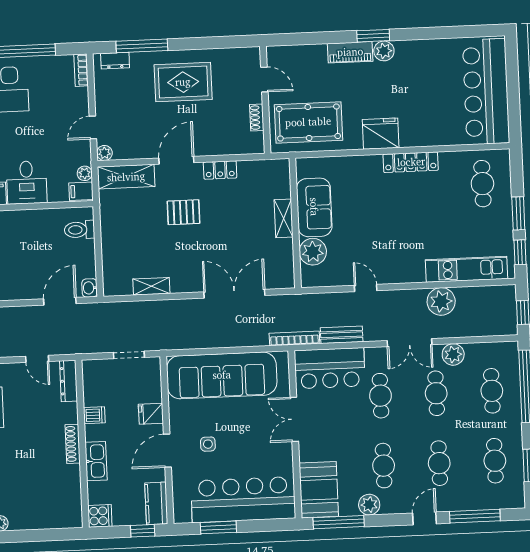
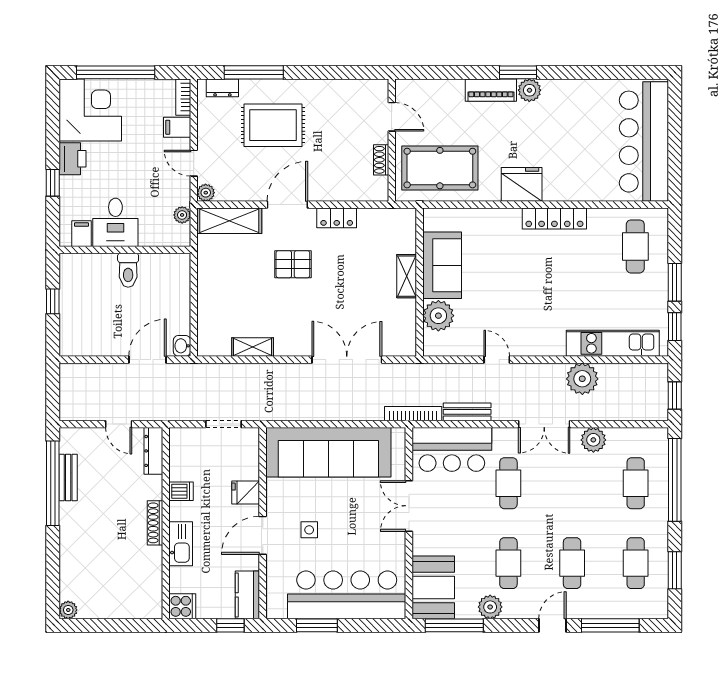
rug: (183, 82) -> (273, 125), moved
door: (93, 128) -> (194, 163), hinge flipped
filing cabinet: (81, 191) -> (177, 127), moved
toilet: (80, 230) -> (128, 270), moved, turned -90
cafe table: (436, 393) -> (572, 483), removed

